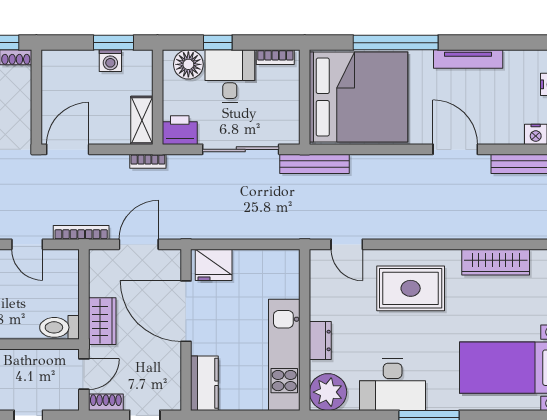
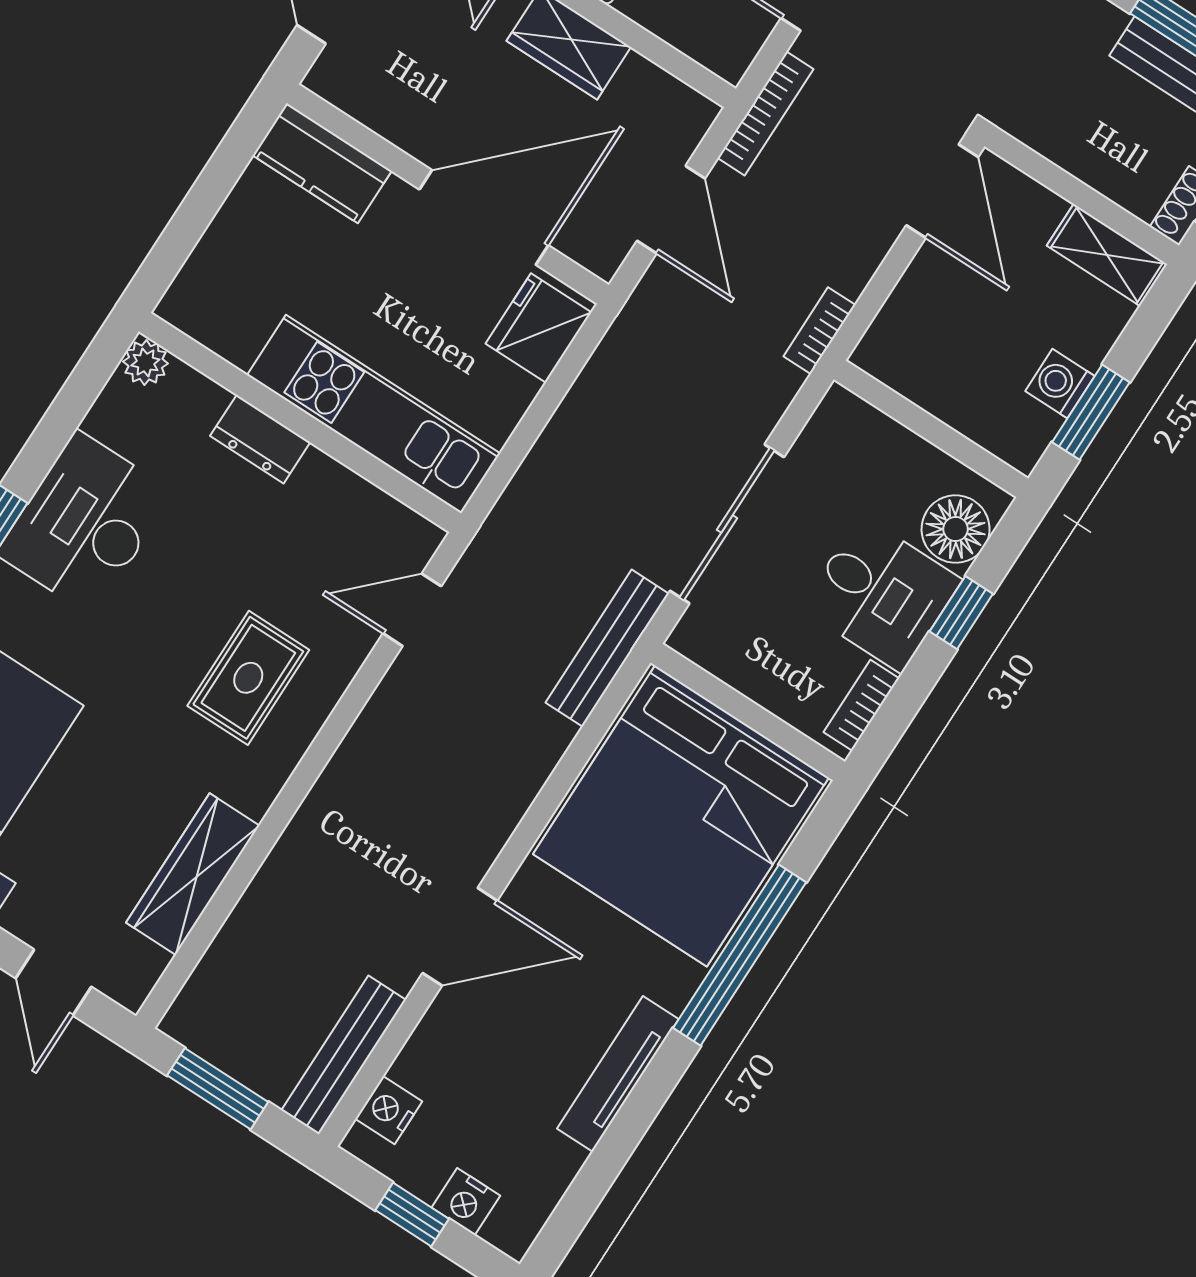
shelving: (142, 120) -> (1107, 255), moved
printer: (180, 130) -> (840, 431), removed
rug: (411, 288) -> (248, 678), width x0.73, depth x0.70
kitchen unit: (284, 355) -> (374, 414), moved
plant: (328, 392) -> (145, 363), width x0.53, depth x0.53

